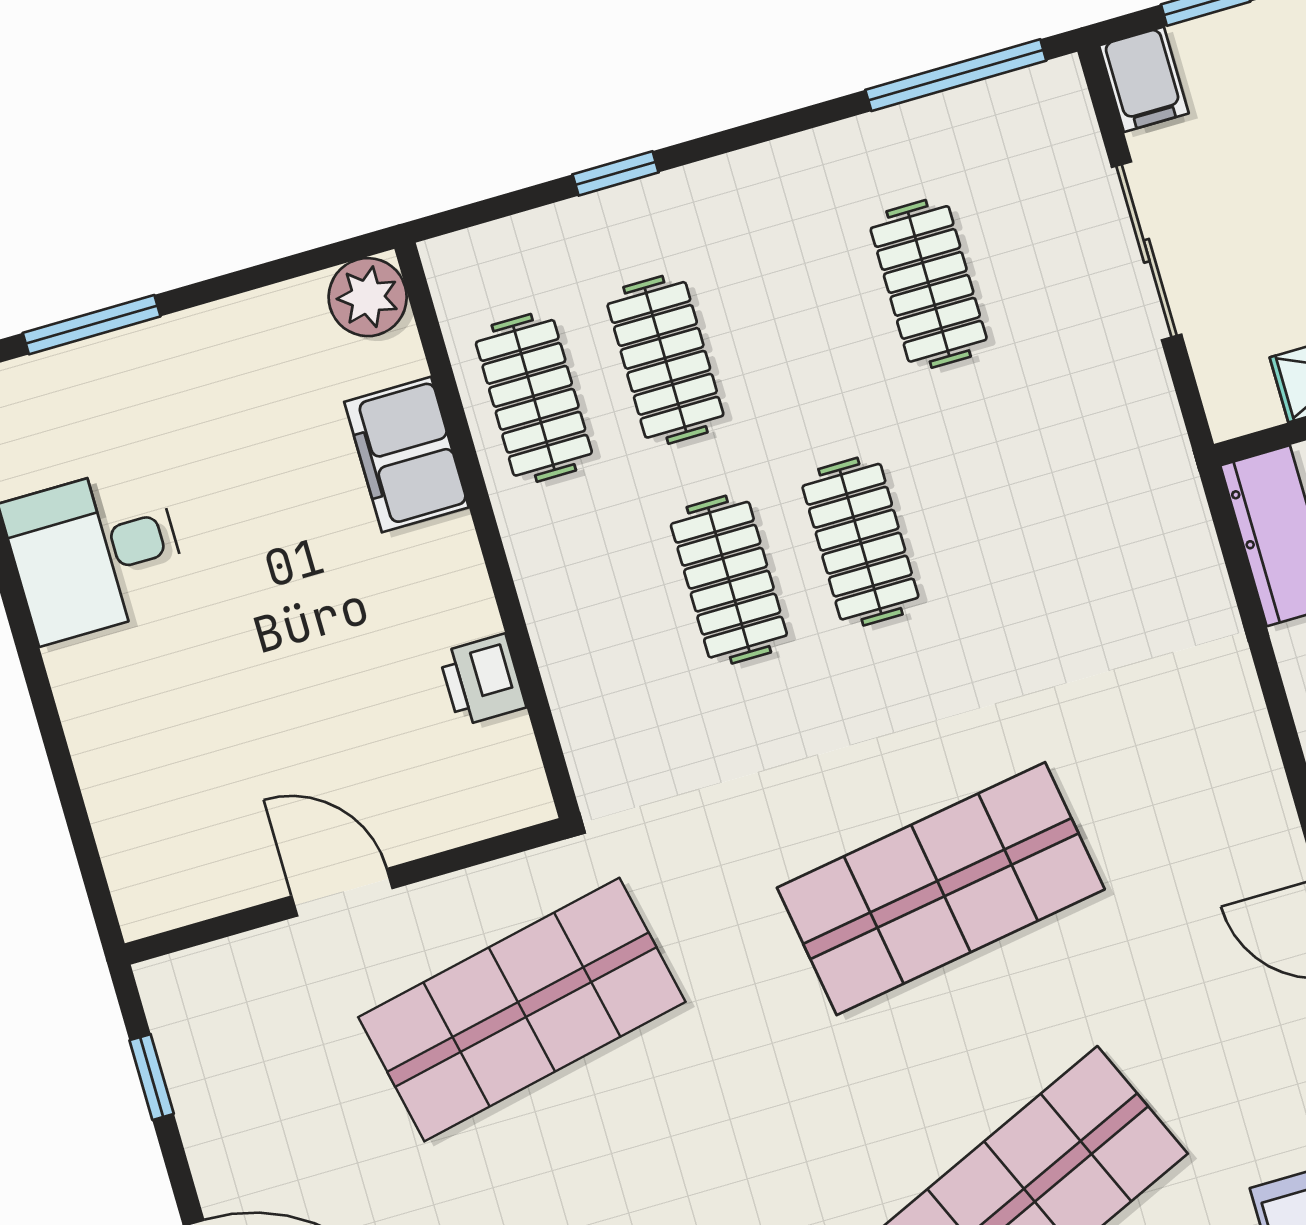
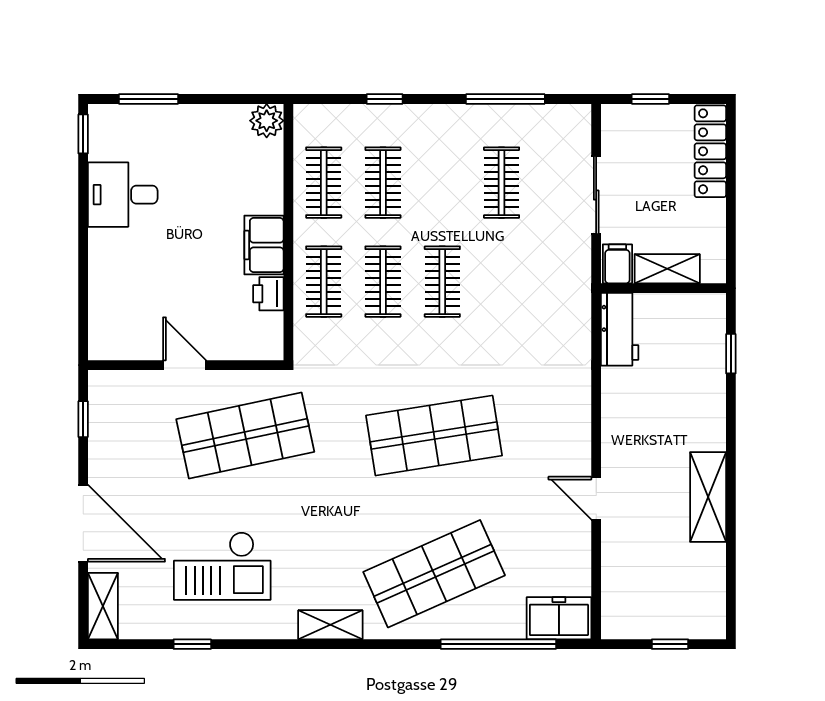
window: (956, 75) -> (505, 99), moved
filing cabinet: (1144, 79) -> (617, 264), moved, turned 180
filing cabinet: (407, 455) -> (264, 245), moved
clothes rail: (597, 618) -> (324, 282), added

